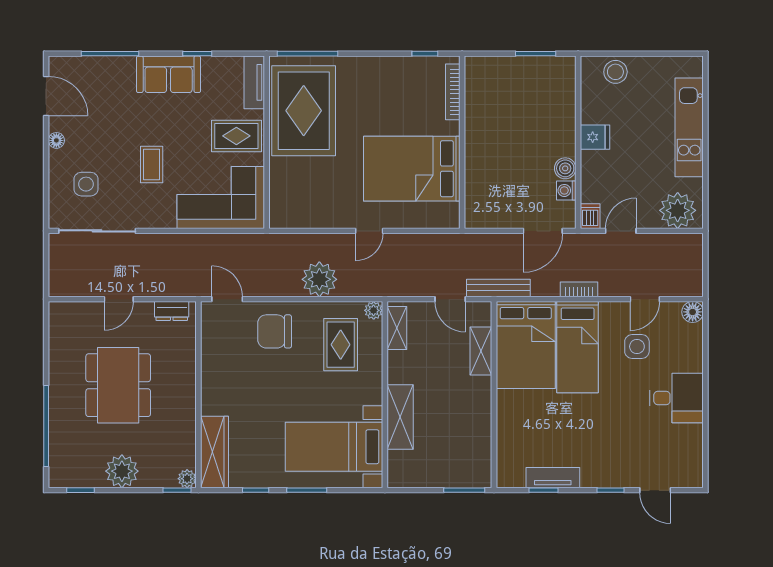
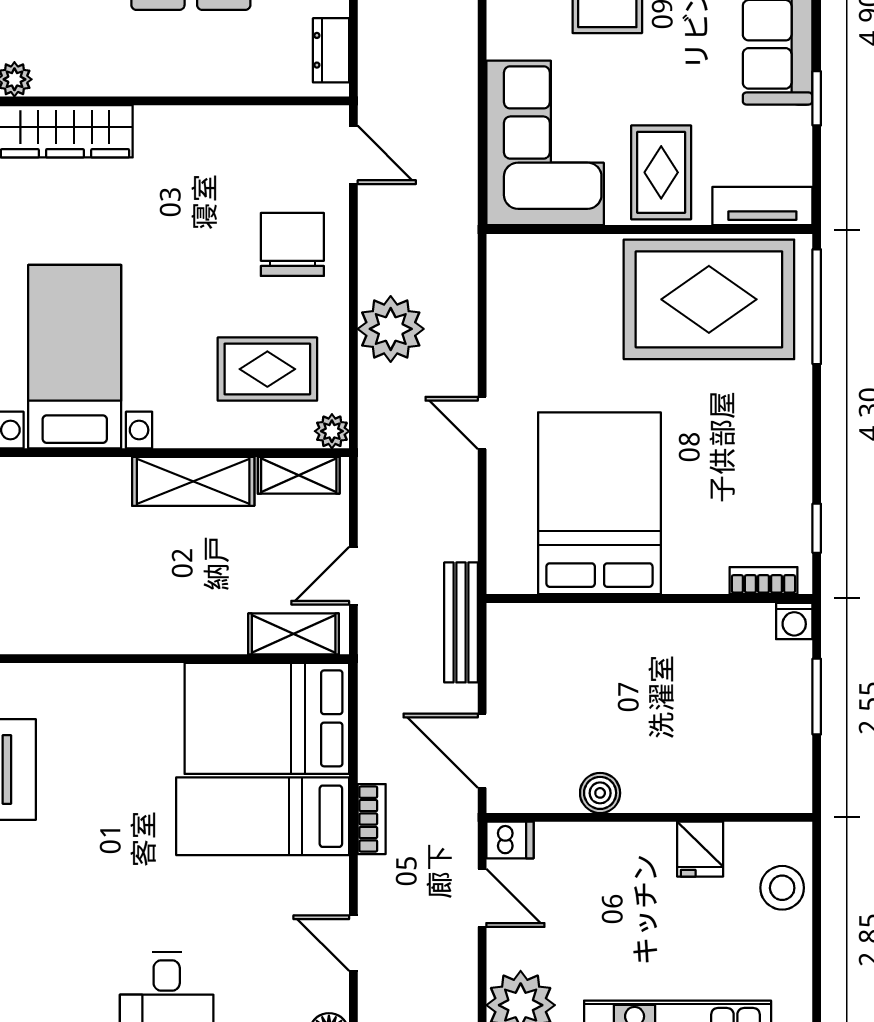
window: (536, 54) -> (817, 697), moved
bookcase: (453, 92) -> (763, 581), width x0.64
fridge: (595, 137) -> (700, 849), moved
washing machine: (566, 190) -> (794, 621), moved, turned 180
bench: (498, 288) -> (461, 622), moved
door: (227, 299) -> (353, 155), hinge flipped
side table: (637, 347) -> (264, 928), removed
shelving: (481, 351) -> (294, 634), moved
shelving: (400, 417) -> (193, 481), moved

